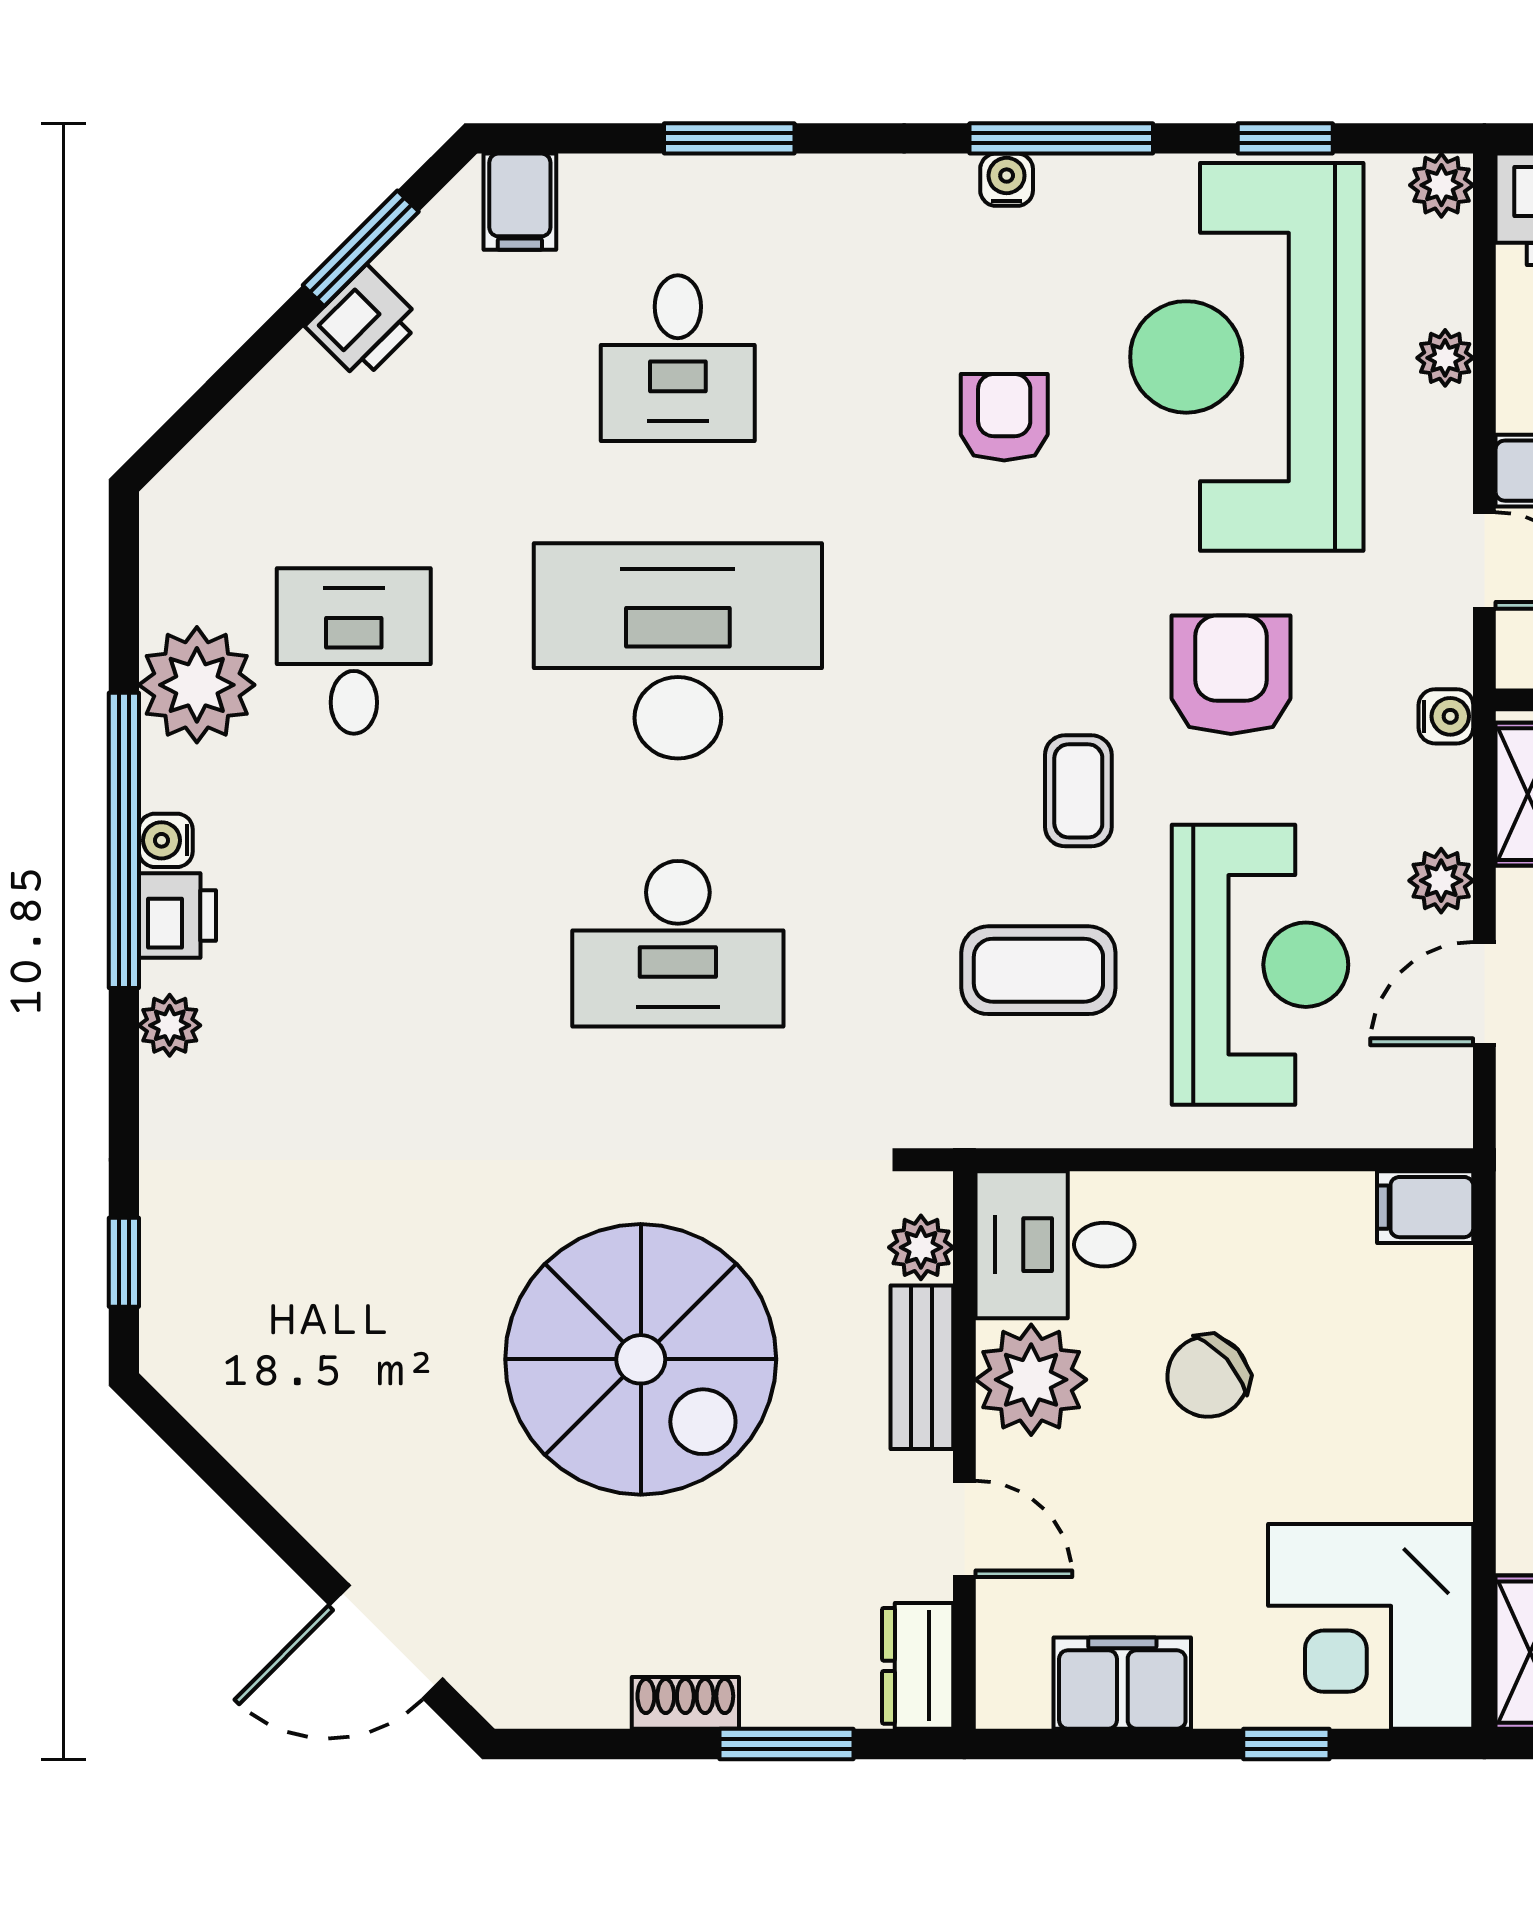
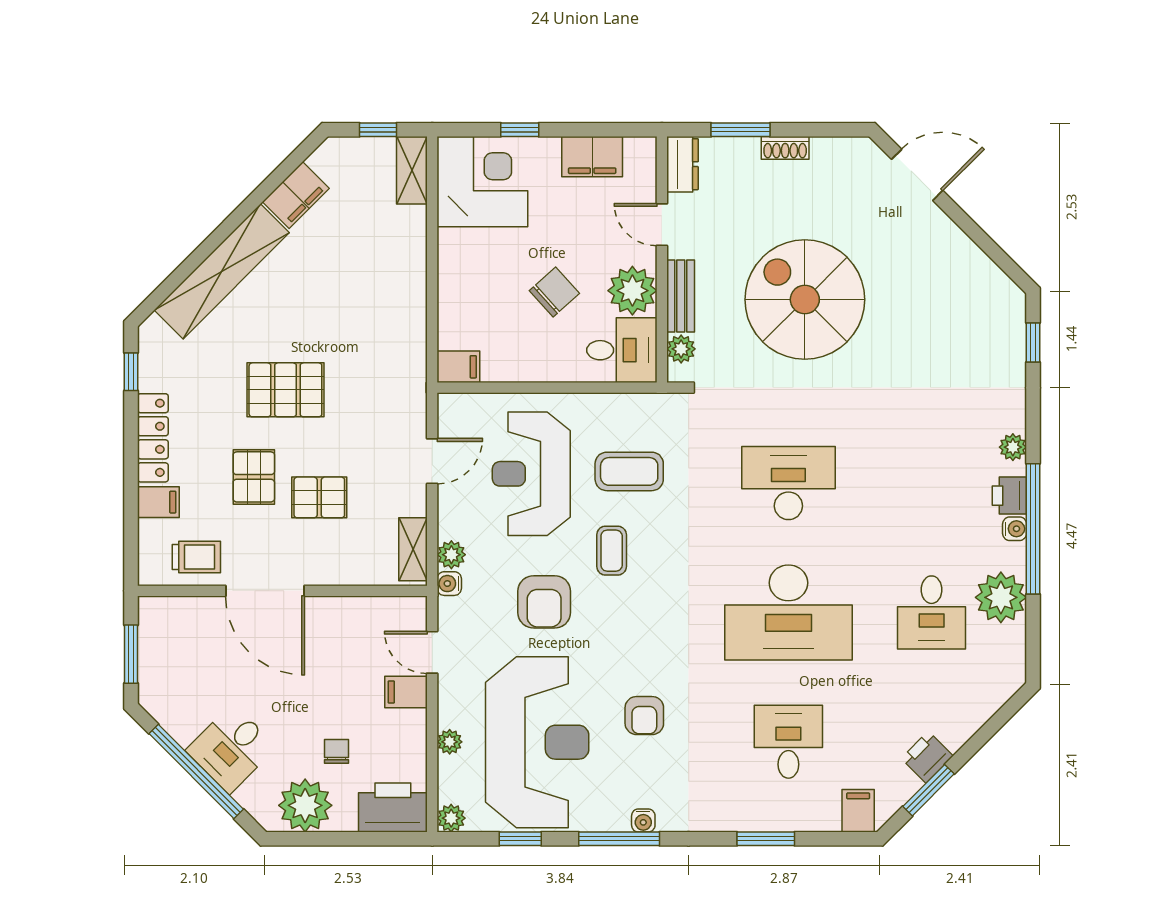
plant: (1441, 881) -> (451, 555), moved

